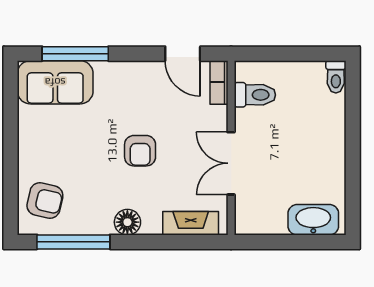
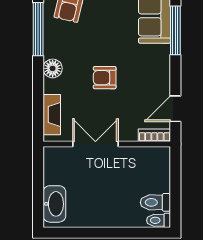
toilet: (255, 95) -> (155, 202), moved, turned 90

